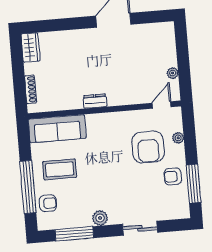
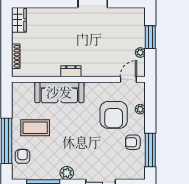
window: (183, 55) -> (150, 37), added
sofa: (57, 129) -> (59, 92), moved
armchair: (48, 203) -> (23, 156), turned -90

